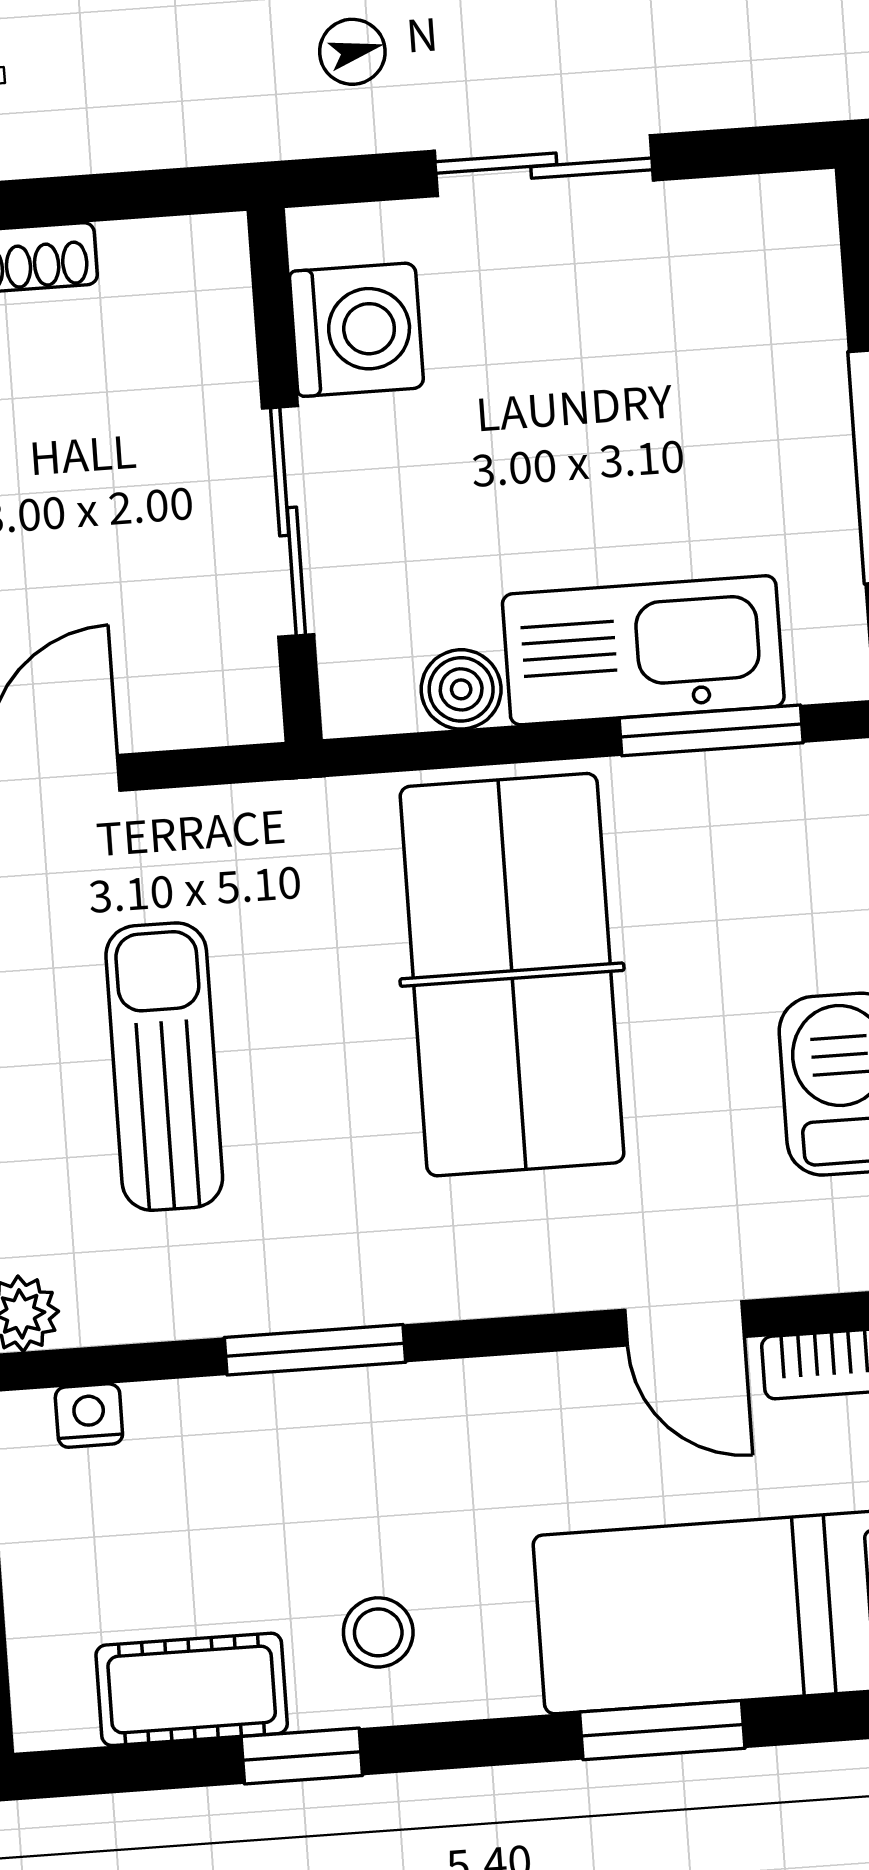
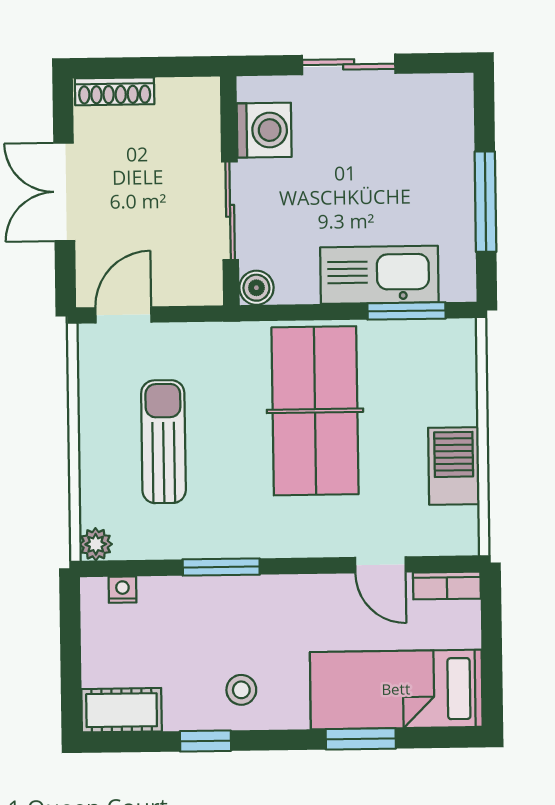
boiler: (461, 689) -> (256, 288), moved
cot: (192, 1689) -> (122, 710), moved

